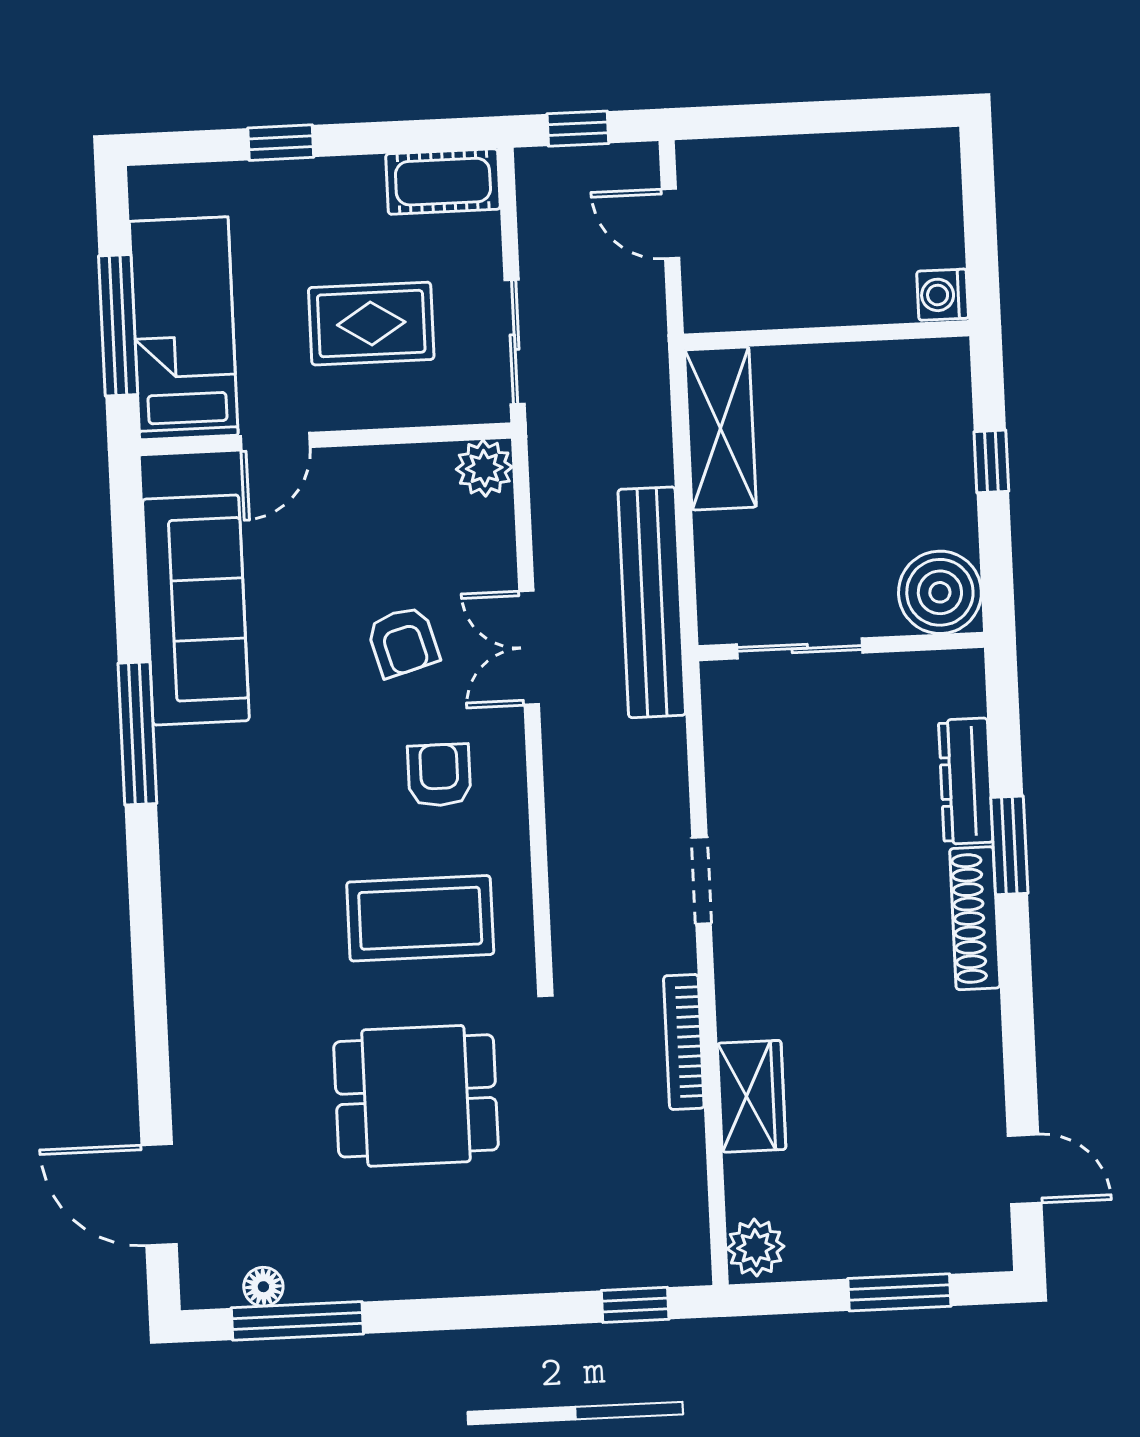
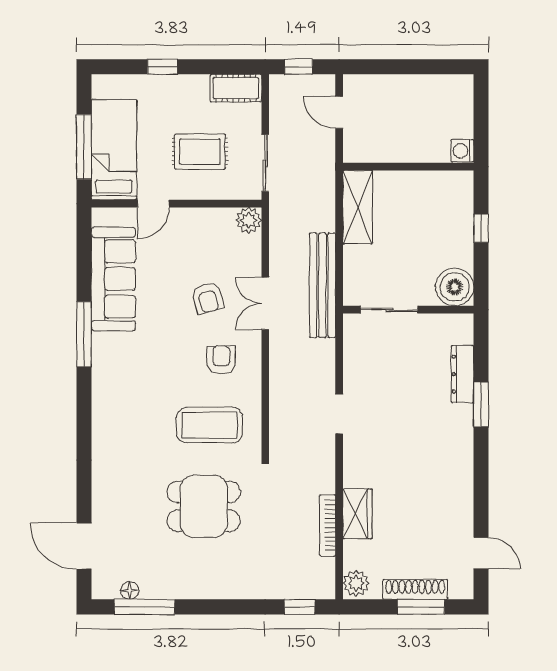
shoe rack: (975, 918) -> (415, 589), moved, turned 90
bookcase: (684, 1042) -> (328, 525), moved

